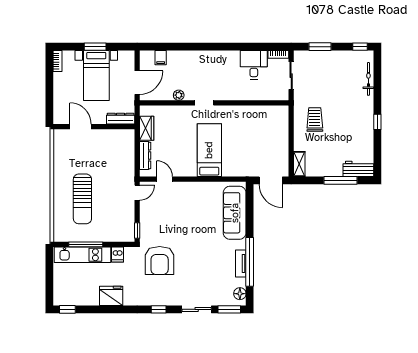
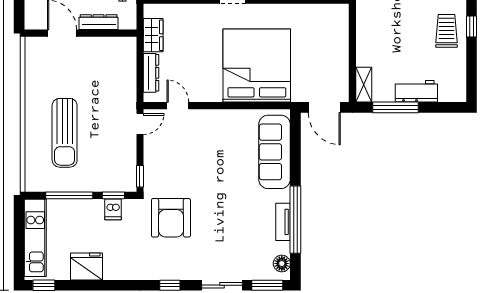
dresser: (121, 119) -> (99, 22), moved
trolley: (315, 119) -> (446, 31), moved
bed: (209, 150) -> (257, 66), width x2.04
workbench: (358, 169) -> (416, 91), moved
window: (341, 180) -> (396, 107), moved
window: (118, 244) -> (113, 195), added
kitchen unit: (82, 255) -> (35, 238), moved, turned -90
fridge: (111, 296) -> (86, 267), moved

